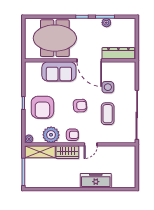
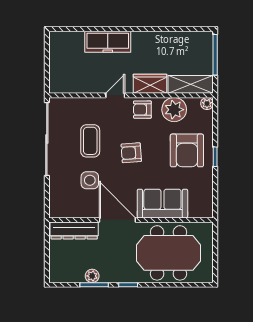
armchair: (42, 107) -> (187, 150), turned 180

